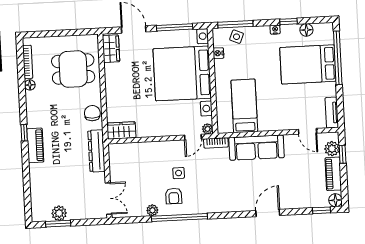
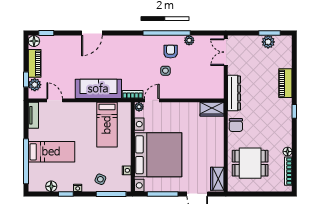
side table: (237, 37) -> (100, 179), moved
bed: (308, 64) -> (51, 152), width x0.67
piano: (35, 145) -> (285, 83), moved

